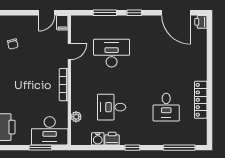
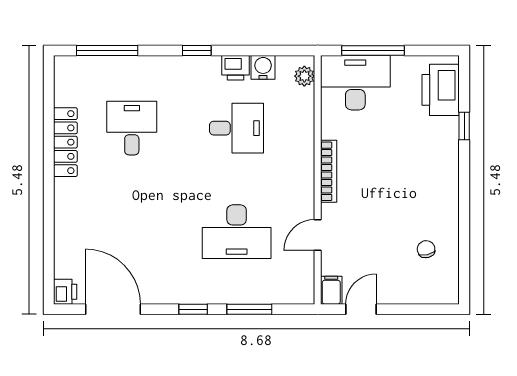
plant: (76, 117) -> (304, 76), moved
window: (40, 148) -> (373, 51), width x1.44

